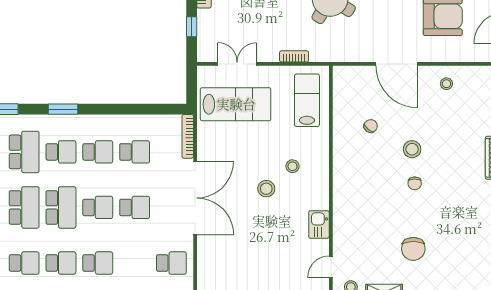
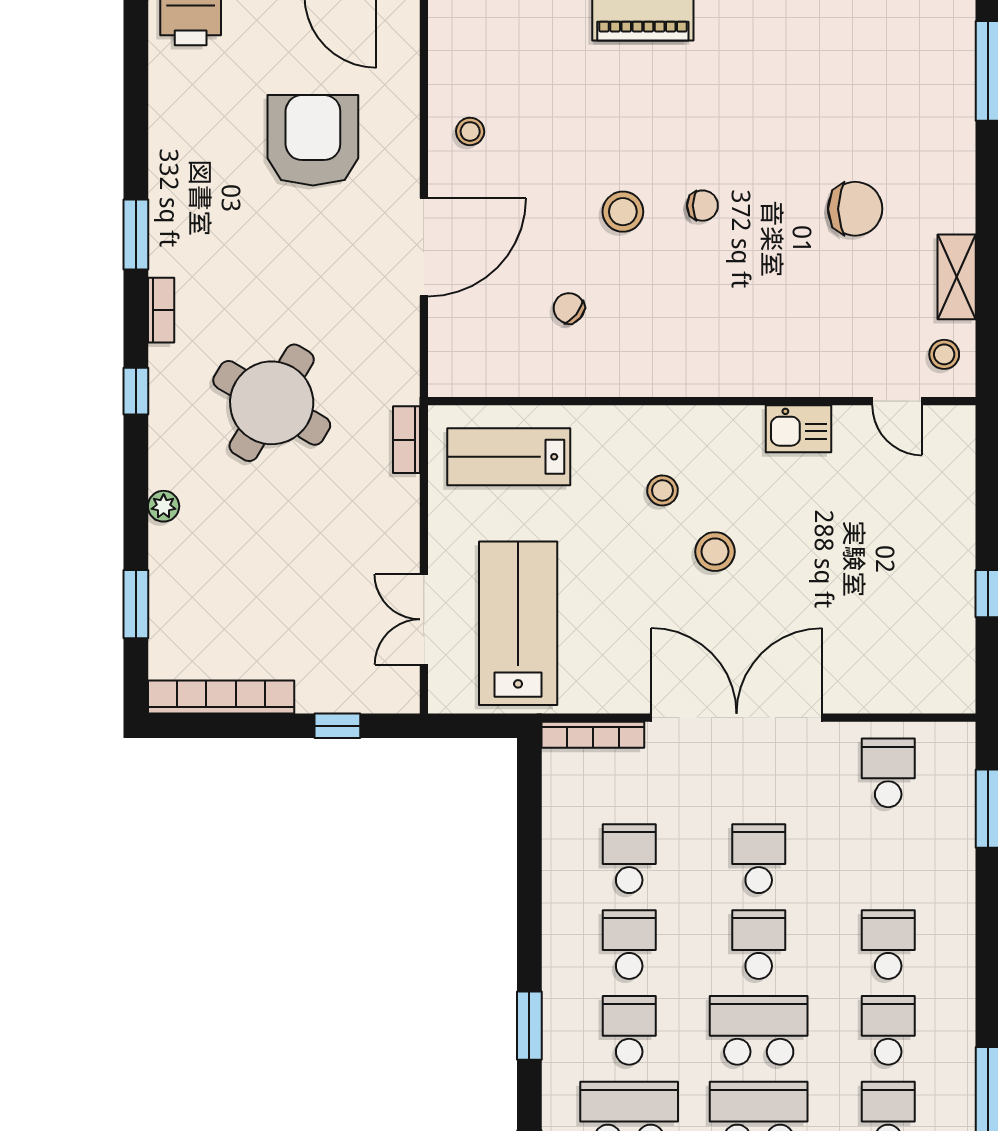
bookcase: (294, 56) -> (406, 440), moved

